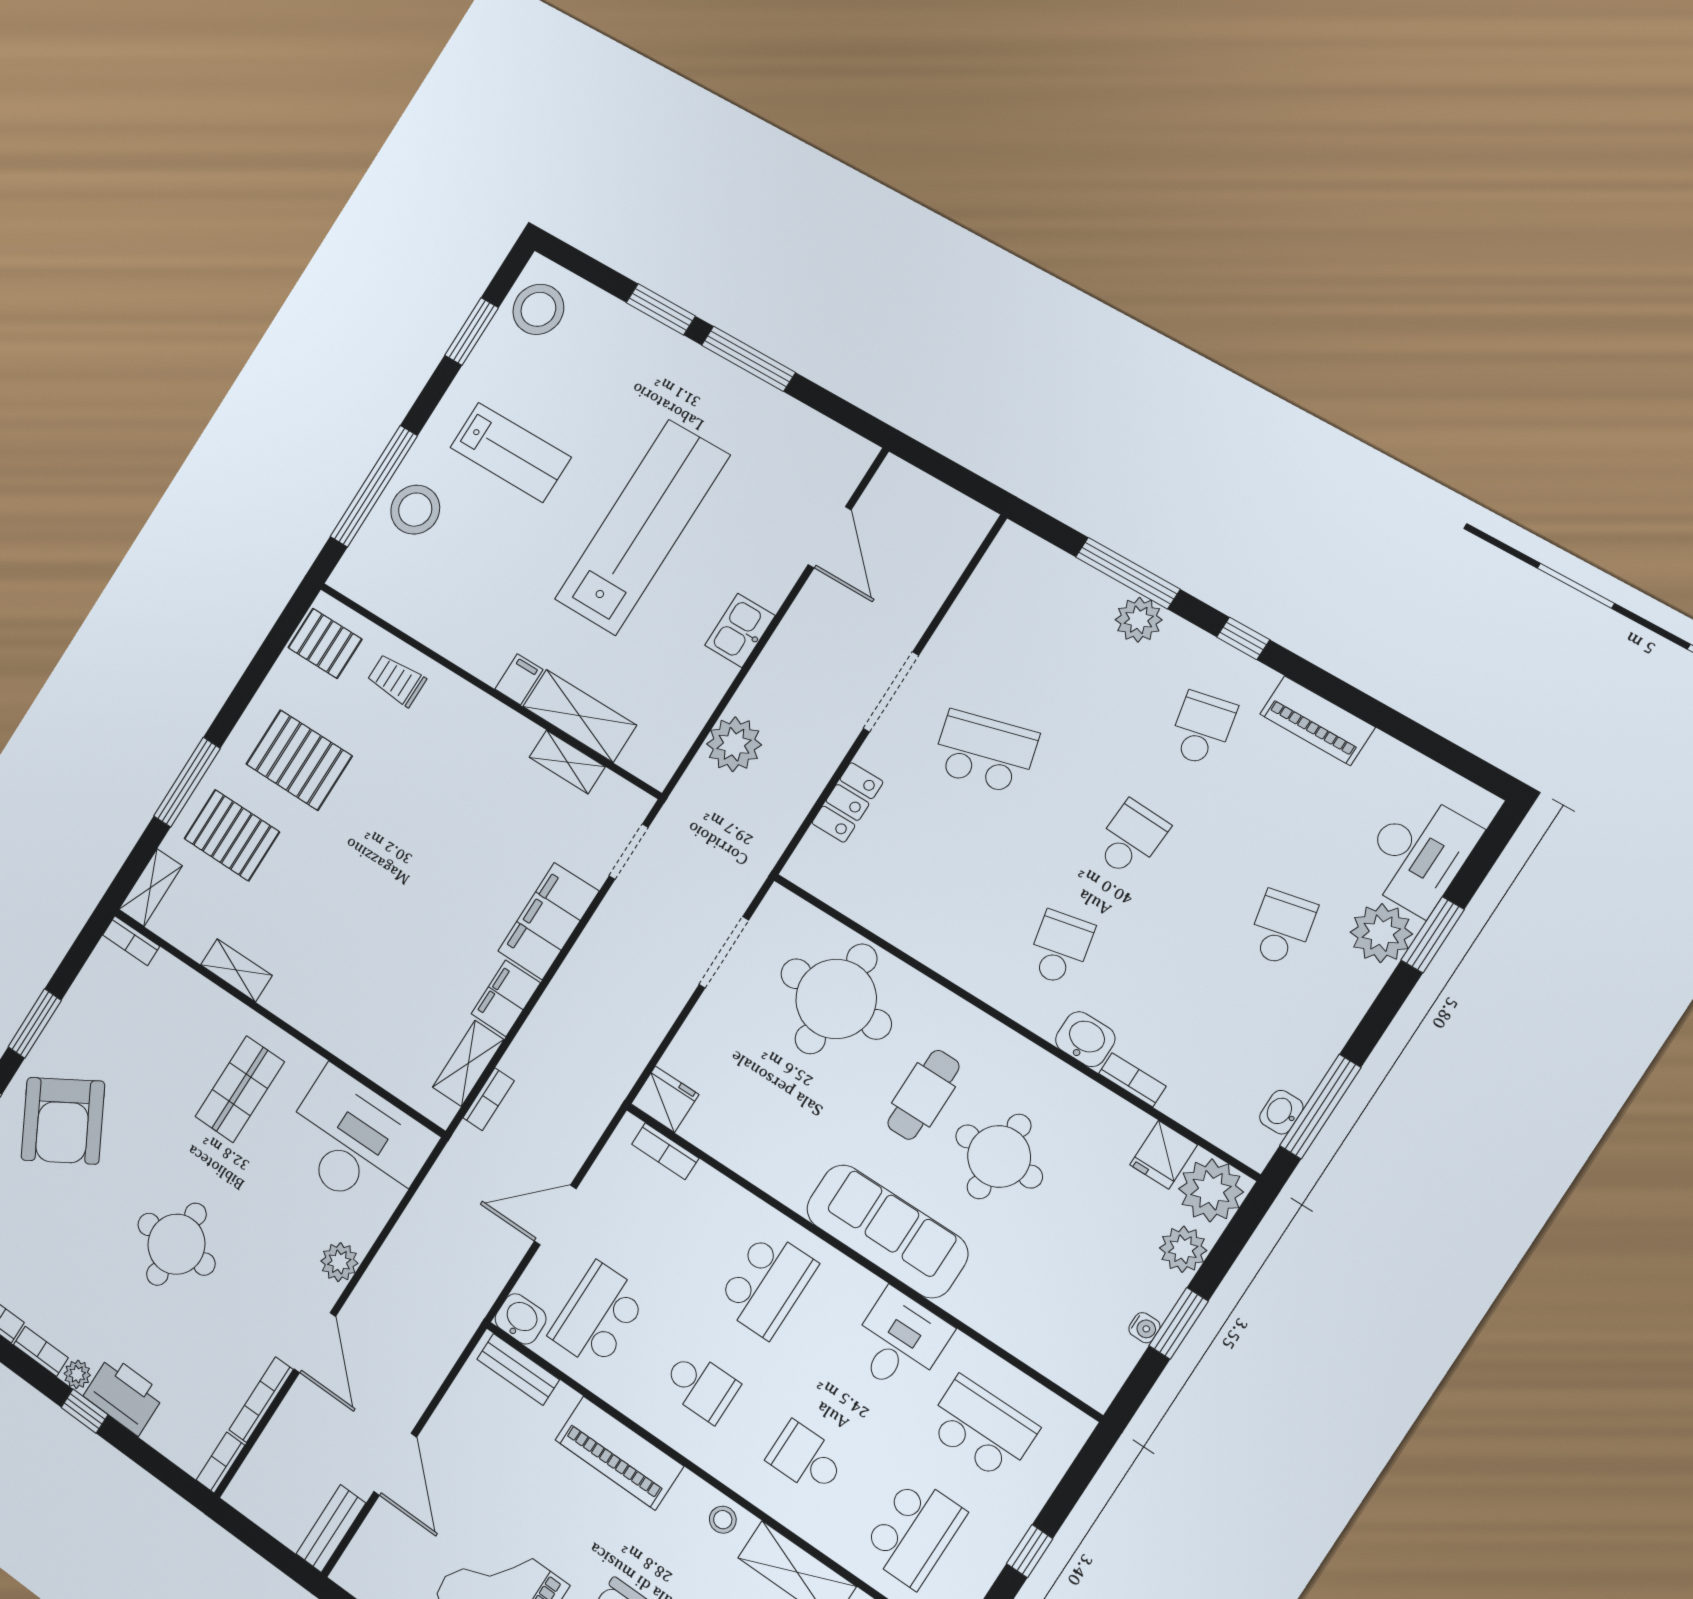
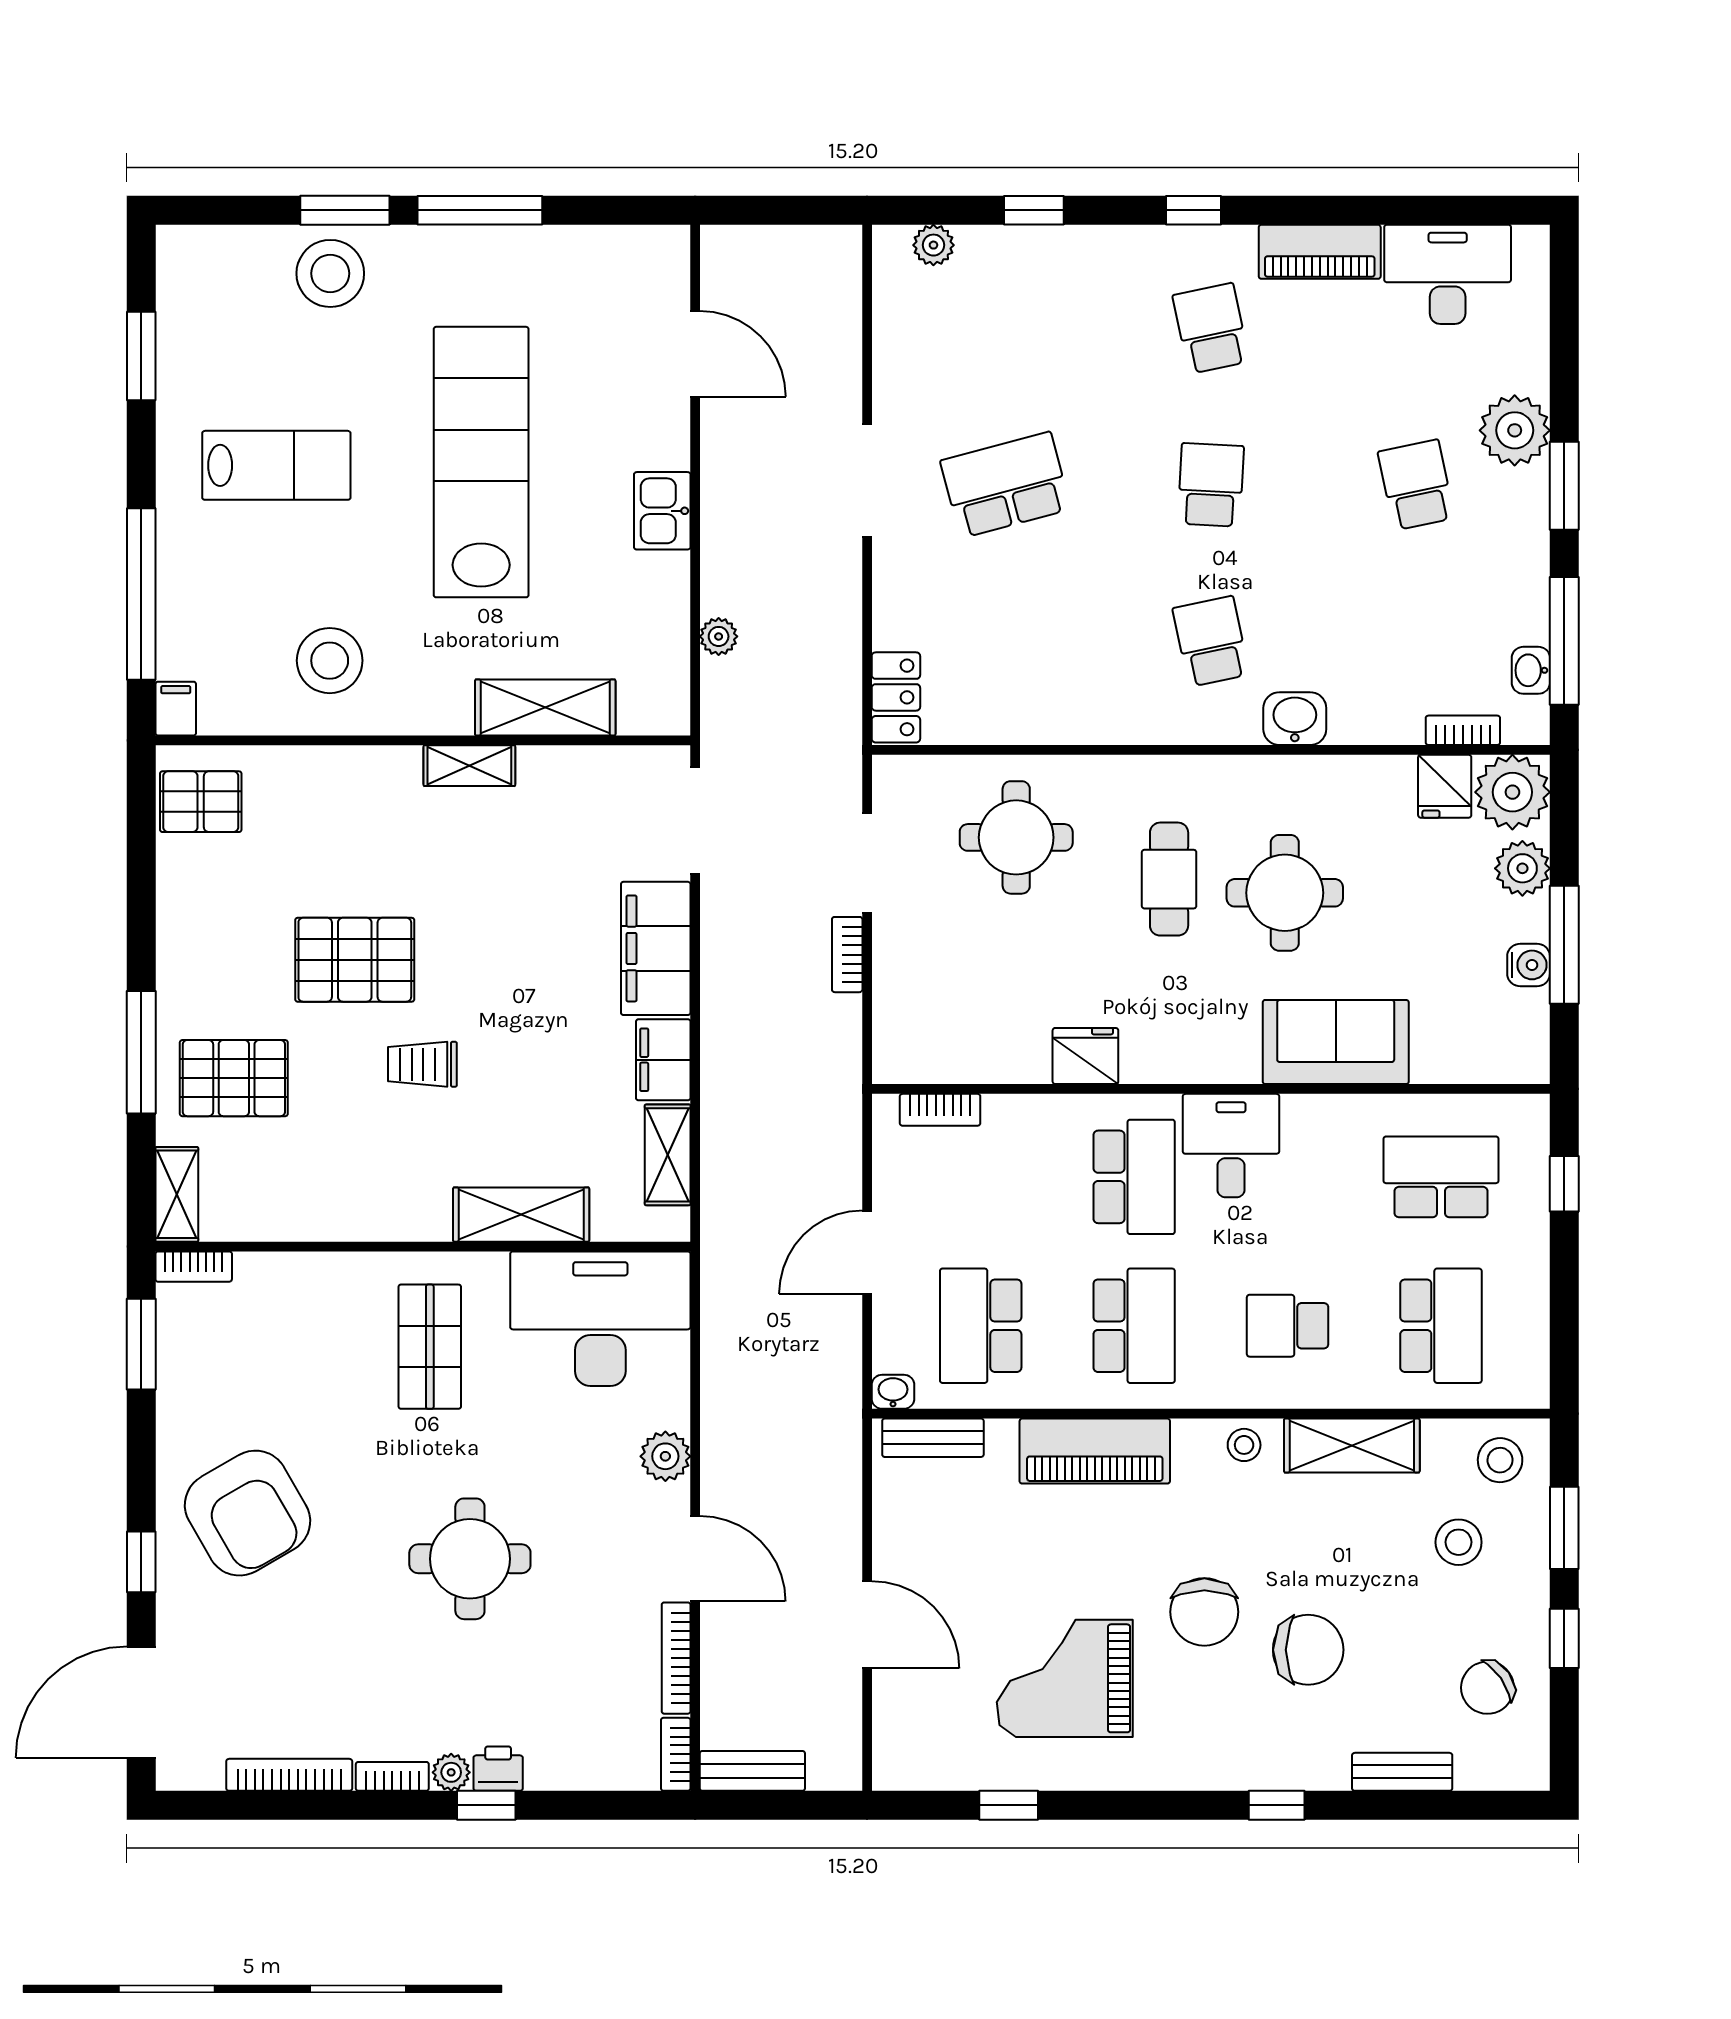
stool: (538, 309) -> (330, 273), moved
stool: (415, 510) -> (330, 661), moved
window: (1128, 573) -> (1034, 210), width x0.46
plant: (1139, 620) -> (933, 245), moved, width x0.73, depth x0.73
filing cabinet: (519, 679) -> (176, 709), moved
trolley: (397, 680) -> (422, 1064), moved
plant: (734, 744) -> (719, 636), width x0.53, depth x0.53
pallet: (299, 760) -> (355, 960), moved
shelving: (567, 762) -> (469, 766), moved
locker: (847, 802) -> (896, 697), moved
doorway: (629, 852) -> (695, 820), width x1.38
desk: (1418, 853) -> (1448, 274), moved, turned -90
window: (1433, 935) -> (1564, 486), moved
shelving: (236, 970) -> (521, 1215), moved, width x1.50, depth x1.33
round table: (836, 999) -> (1016, 837), width x0.73, depth x0.73
window: (35, 1024) -> (141, 1344), moved
bookcase: (1132, 1080) -> (1463, 730), moved
bookcase: (489, 1099) -> (847, 955), moved, turned 180
fridge: (665, 1099) -> (1085, 1056), moved
sofa: (887, 1231) -> (1336, 1042), moved, width x0.73
washbasin: (521, 1319) -> (893, 1392), width x0.72, depth x0.69
window: (1179, 1323) -> (1564, 945), width x1.44
water cooler: (1144, 1328) -> (1529, 965), width x1.38, depth x1.38
desk: (899, 1342) -> (1231, 1146), moved
school desk: (701, 1386) -> (1134, 1326), width x1.85
printer: (124, 1395) -> (498, 1769), width x0.53, depth x0.68
bench: (331, 1528) -> (752, 1771), moved, turned 90
window: (1030, 1551) -> (1564, 1184), moved

